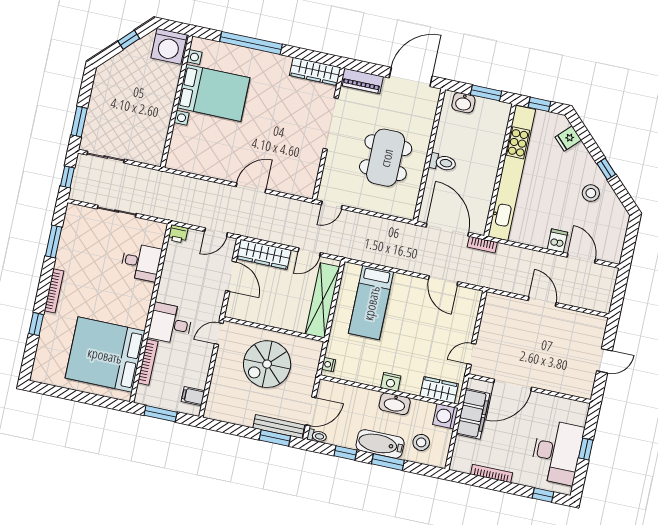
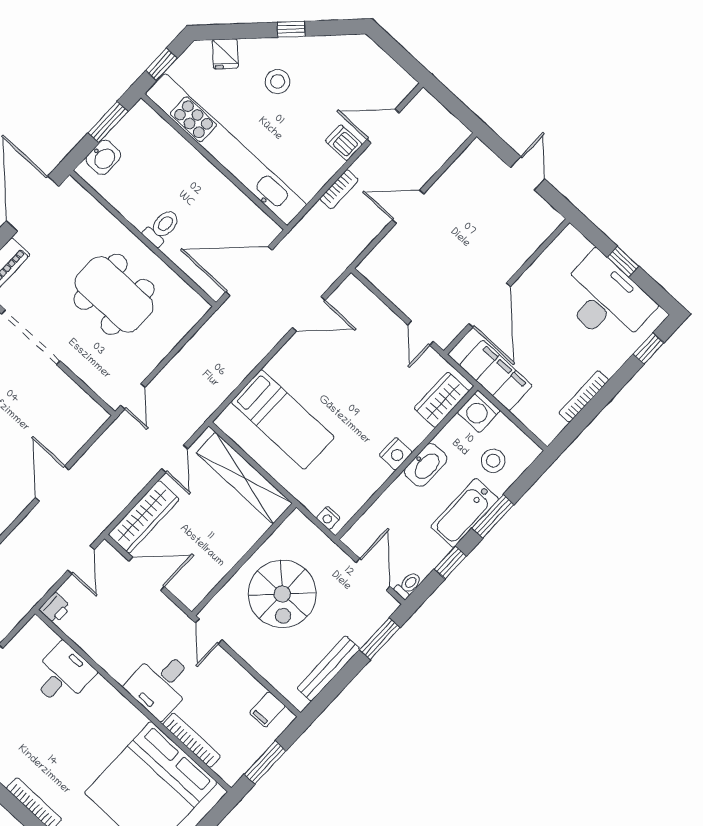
stool: (591, 193) -> (278, 81), moved
bookcase: (482, 245) -> (339, 189), moved
bench: (279, 426) -> (328, 668), moved

